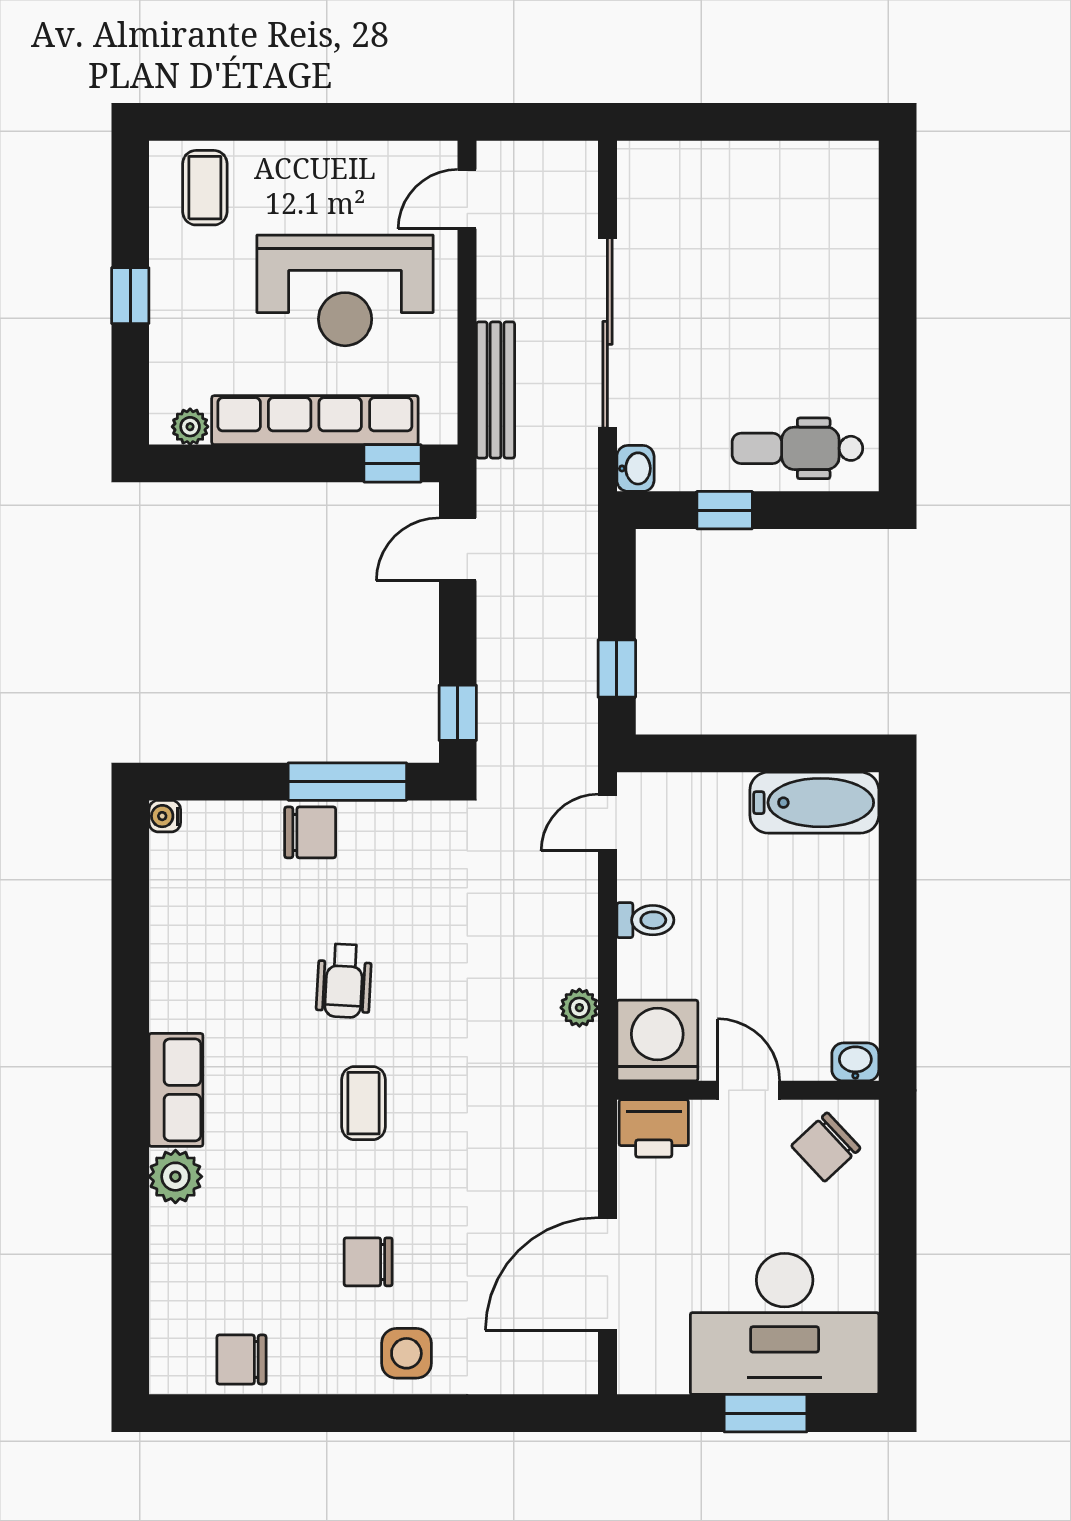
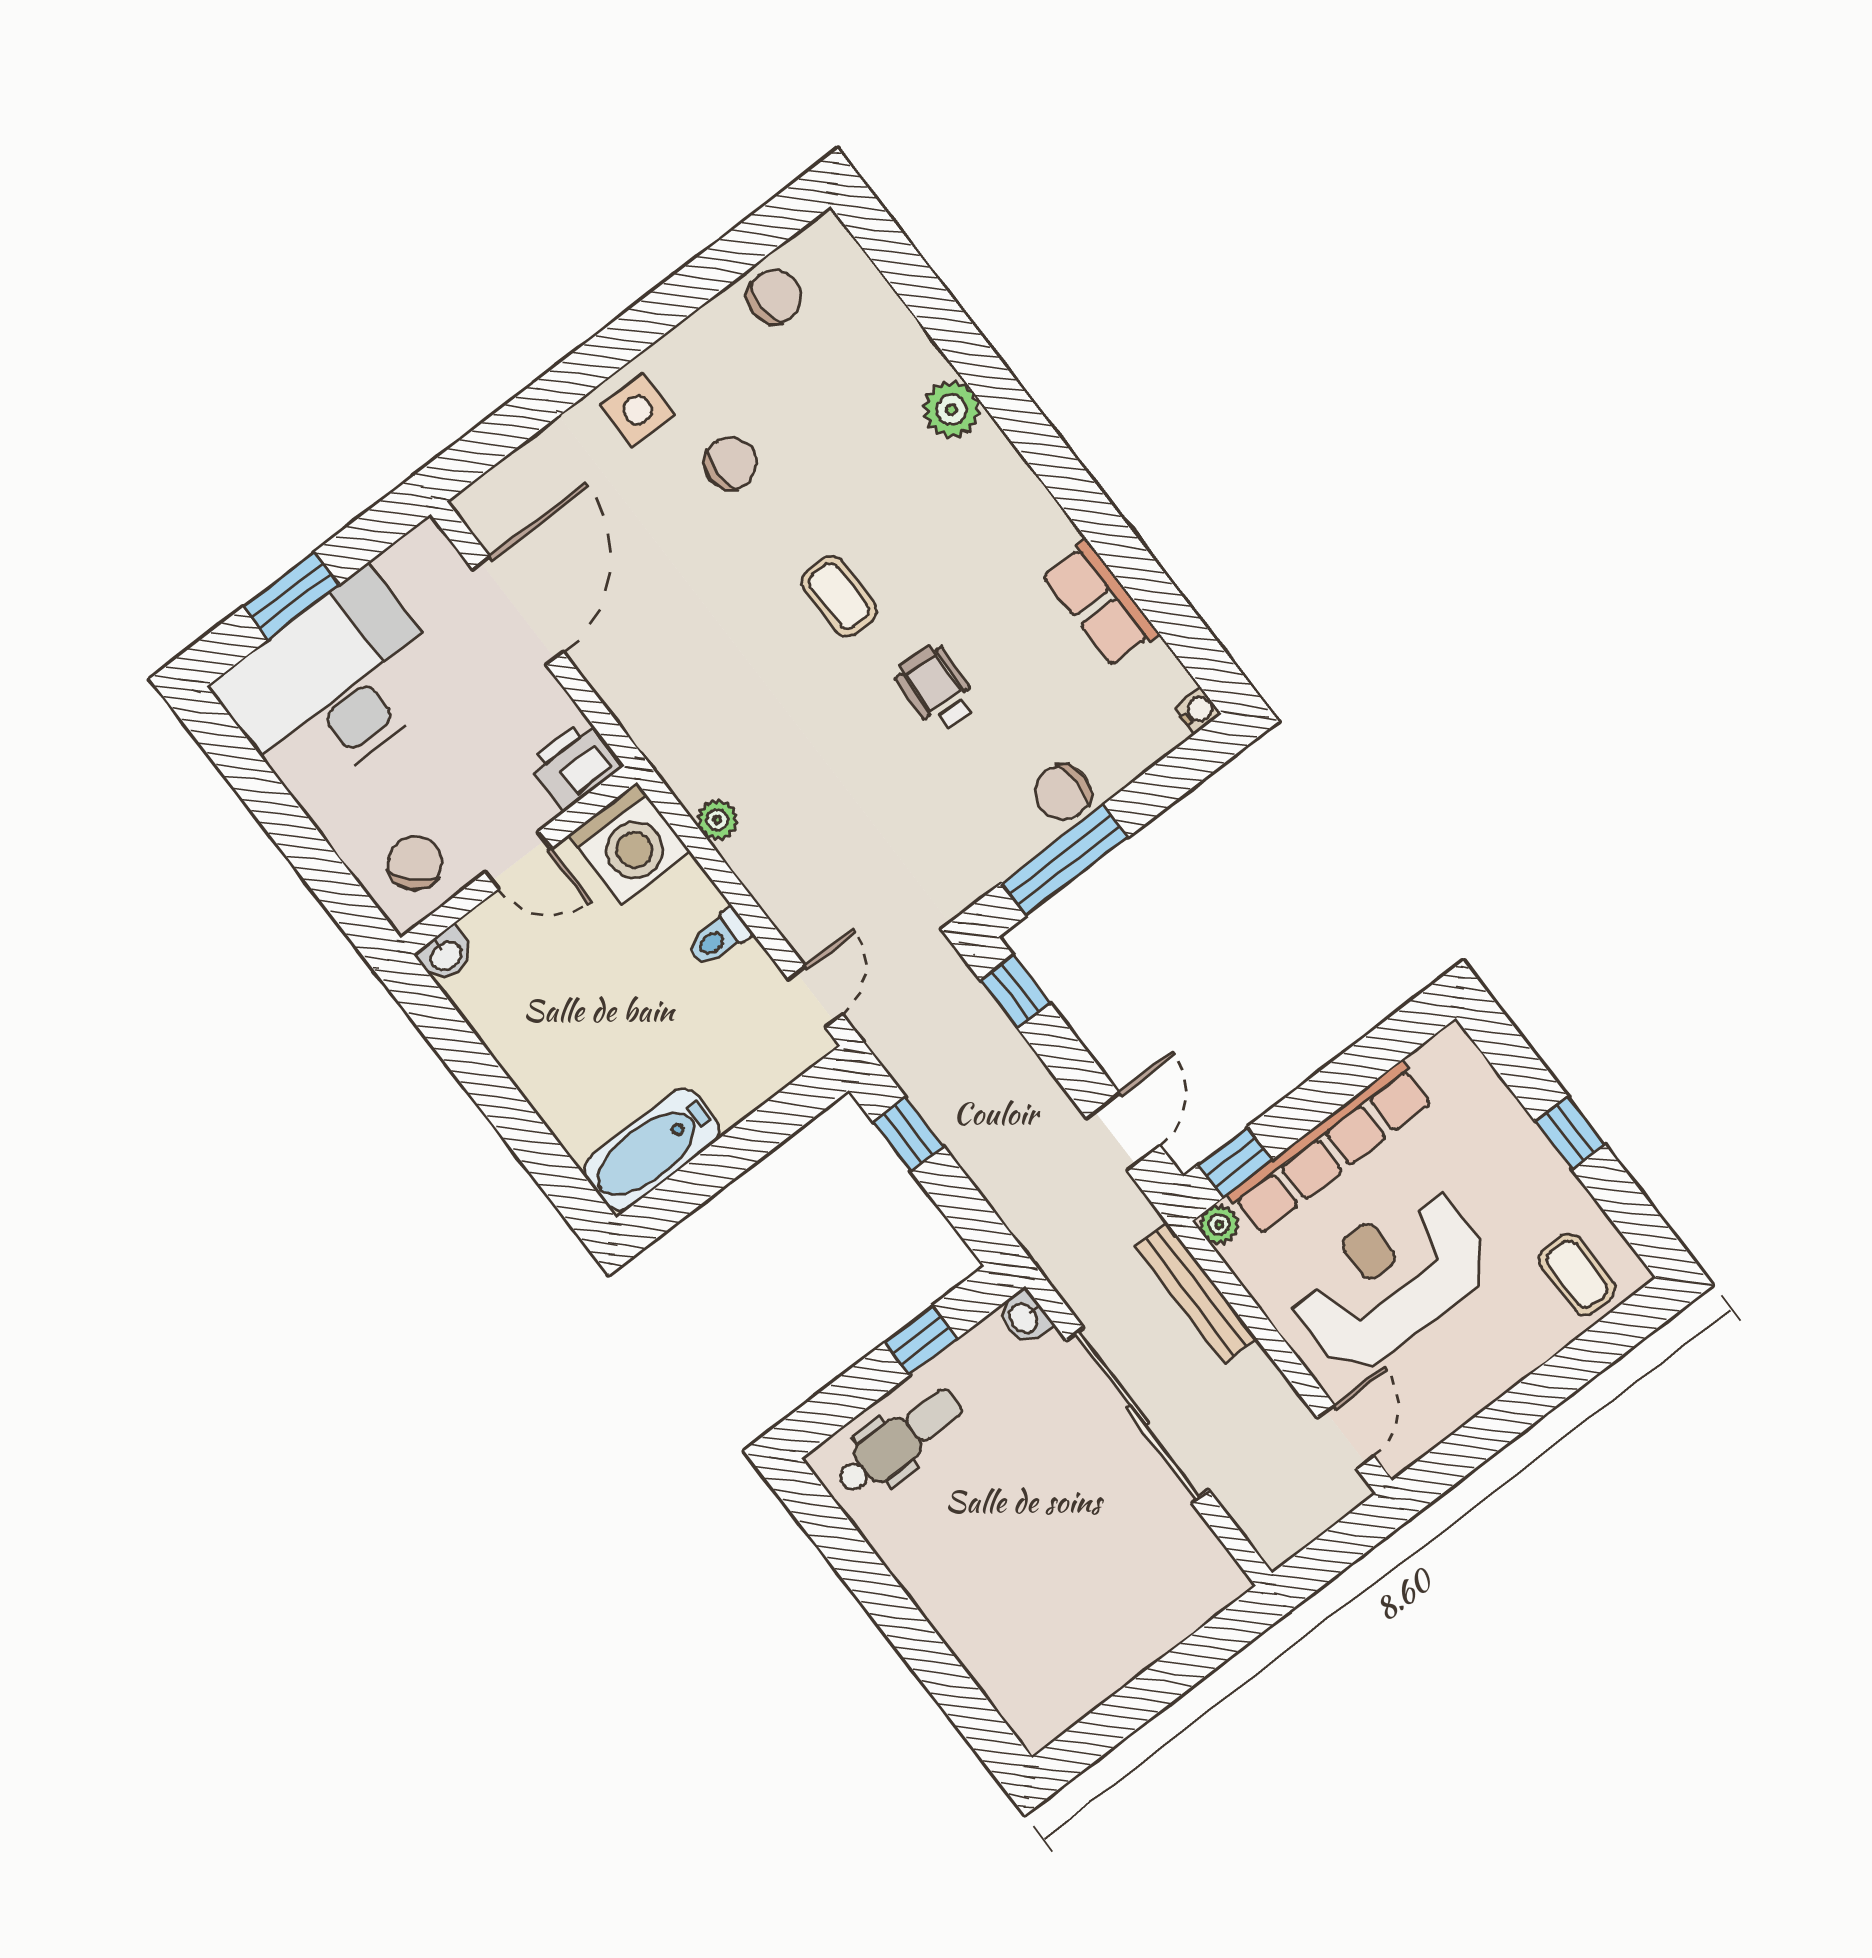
plant: (190, 427) -> (1219, 1225), moved
row of seats: (176, 1090) -> (1100, 603), moved

